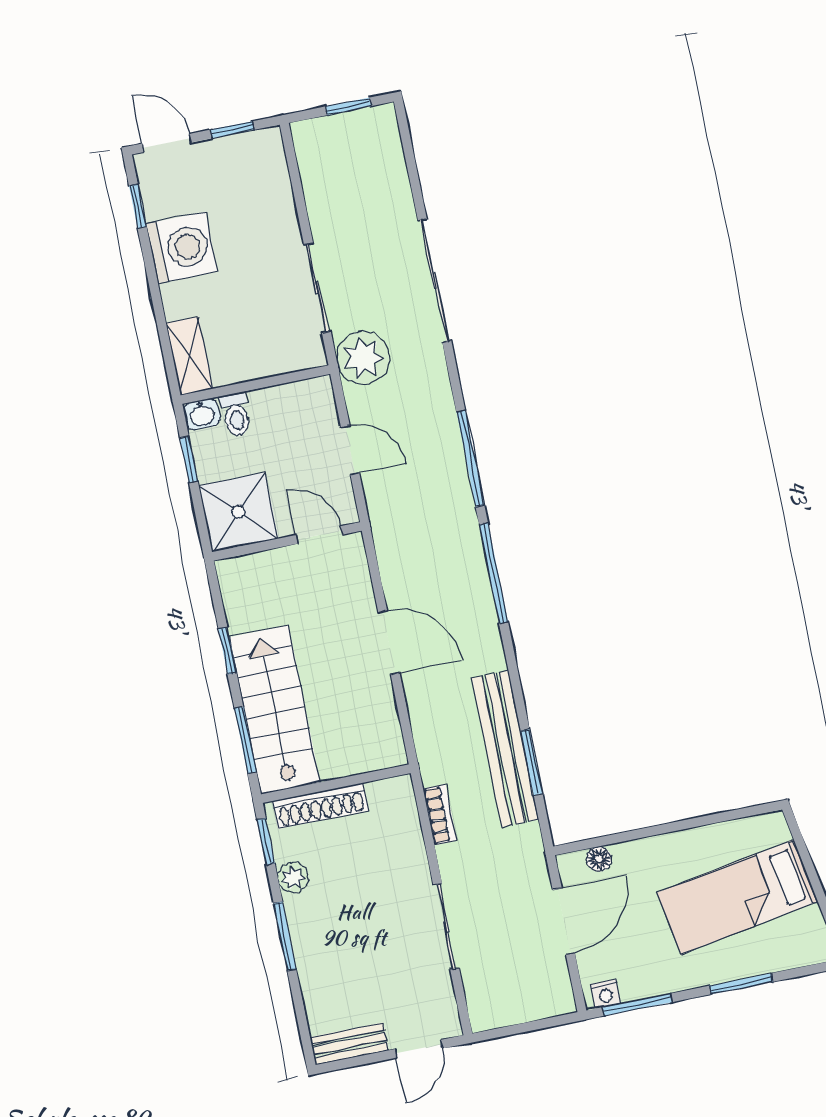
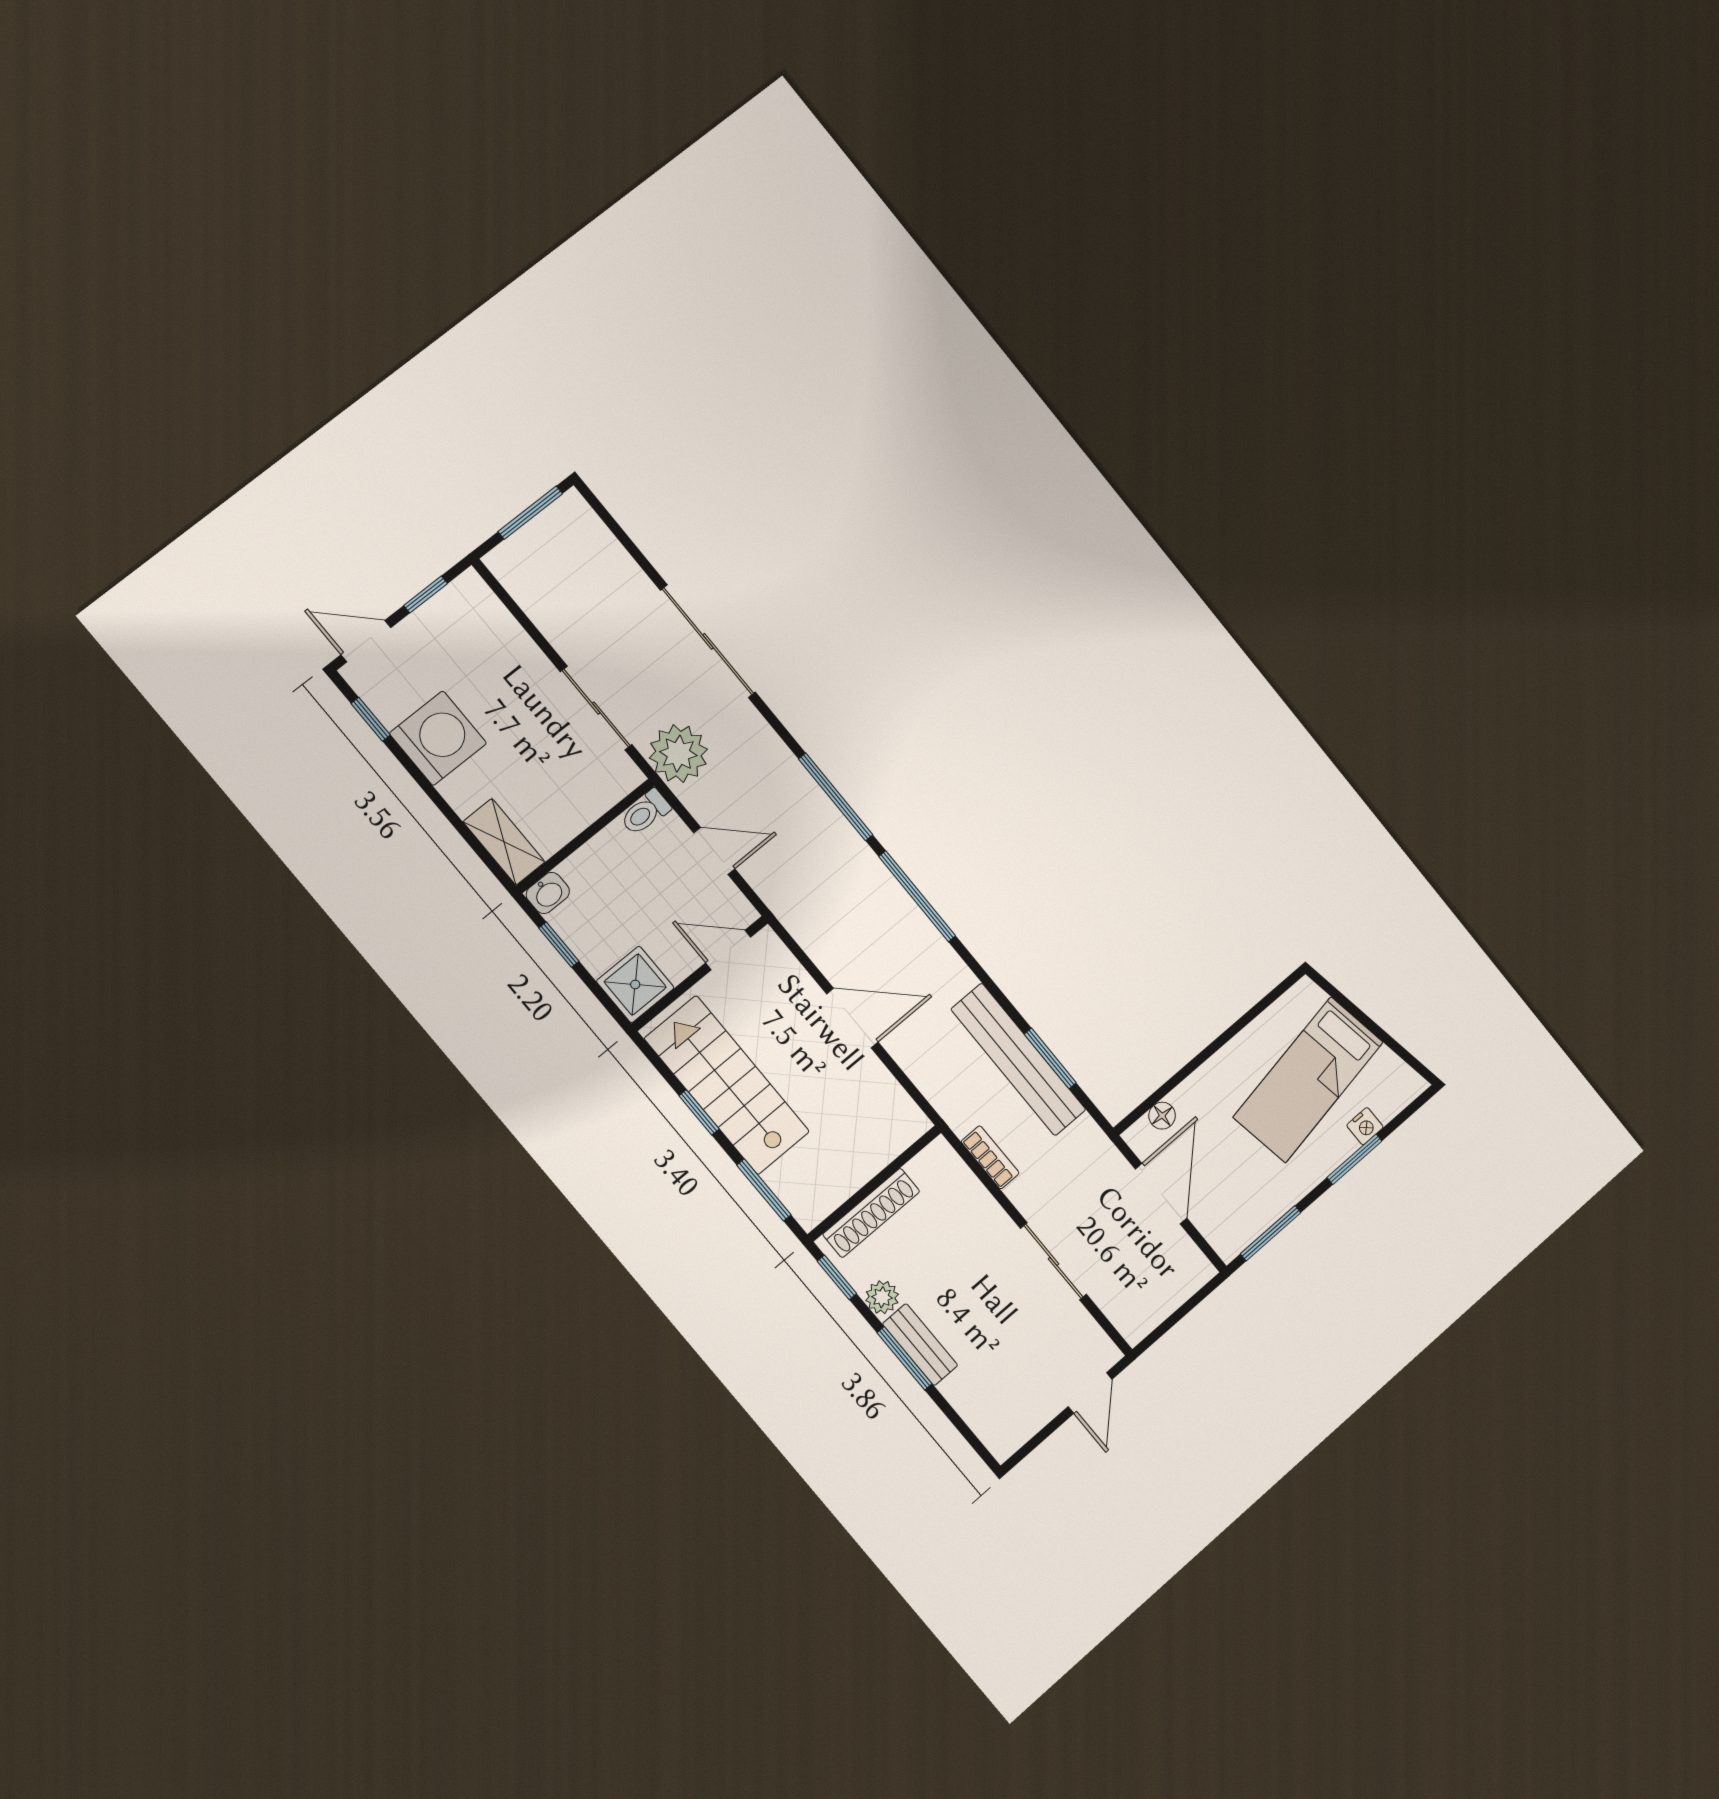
window: (348, 106) -> (530, 513), width x1.50
toilet: (236, 415) -> (645, 812), moved, turned 90
shower: (238, 512) -> (635, 984), width x0.73, depth x0.73
stairs: (275, 710) -> (727, 1085), moved
nightstand: (605, 994) -> (1365, 1126), moved
bench: (349, 1044) -> (920, 1345), moved, turned 90

